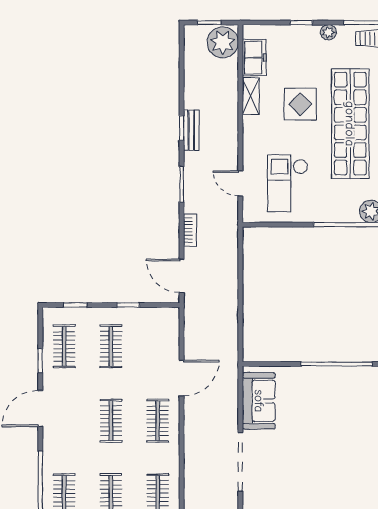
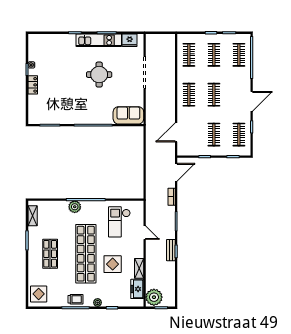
door: (240, 183) -> (145, 233), moved
checkout: (287, 183) -> (119, 222), turned 180
door: (182, 276) -> (176, 172), hinge flipped
door: (182, 378) -> (176, 132), moved
sofa: (259, 401) -> (128, 115), moved, turned 90
round table: (325, 458) -> (99, 75), added

